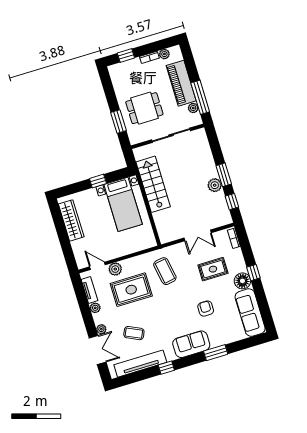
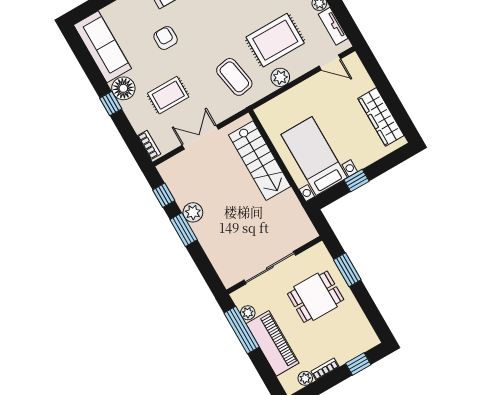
stairs: (153, 184) -> (260, 161), moved
plant: (115, 269) -> (280, 77), moved
armchair: (206, 309) -> (166, 38), turned 180

